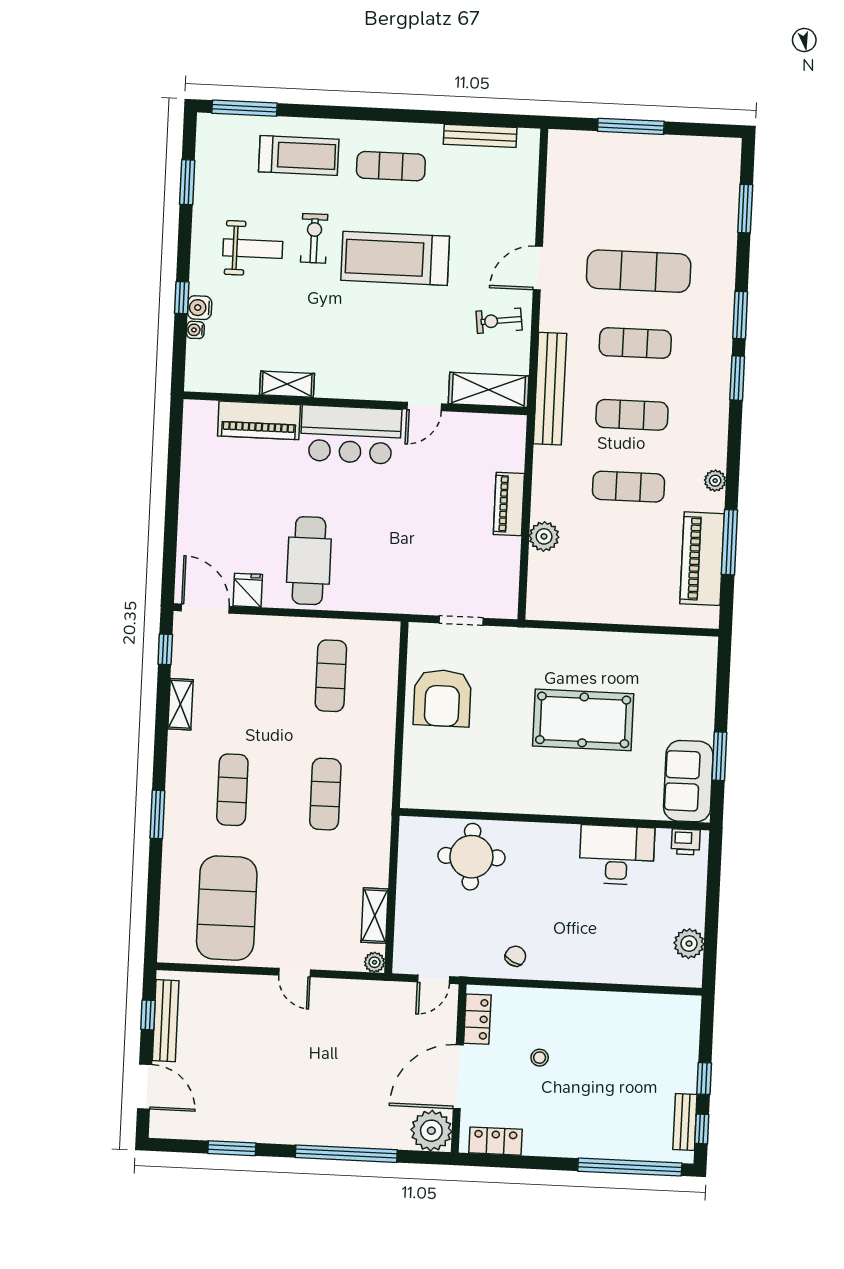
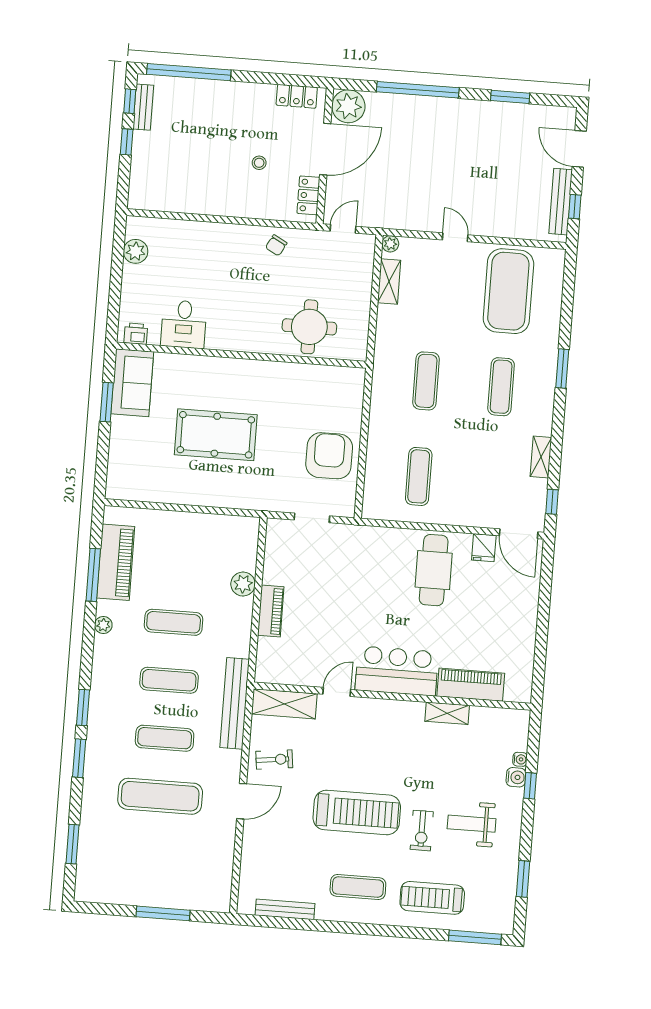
desk: (617, 855) -> (184, 324), width x0.73

